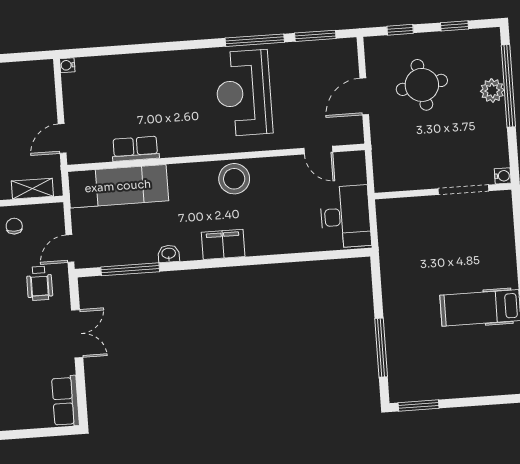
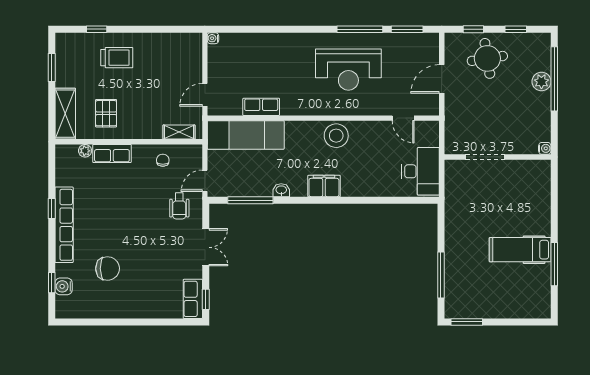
round table: (422, 85) -> (487, 58), moved
reception desk: (244, 93) -> (348, 70), turned -90
doorway: (463, 190) -> (485, 157), moved
window: (82, 400) -> (206, 299), added

